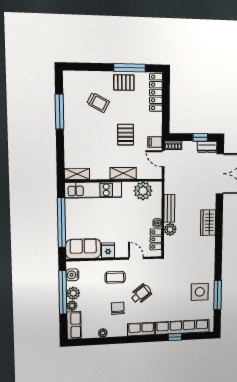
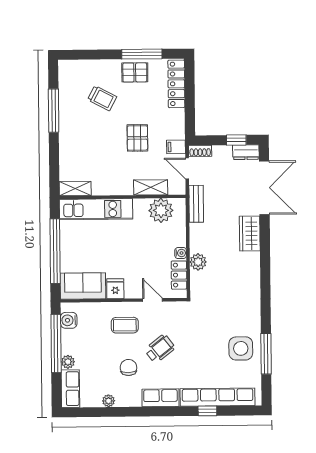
shelving: (123, 173) -> (151, 187), moved
bench: (169, 208) -> (196, 204), moved
wardrobe: (208, 223) -> (250, 233), moved
plant: (73, 293) -> (70, 345), removed

